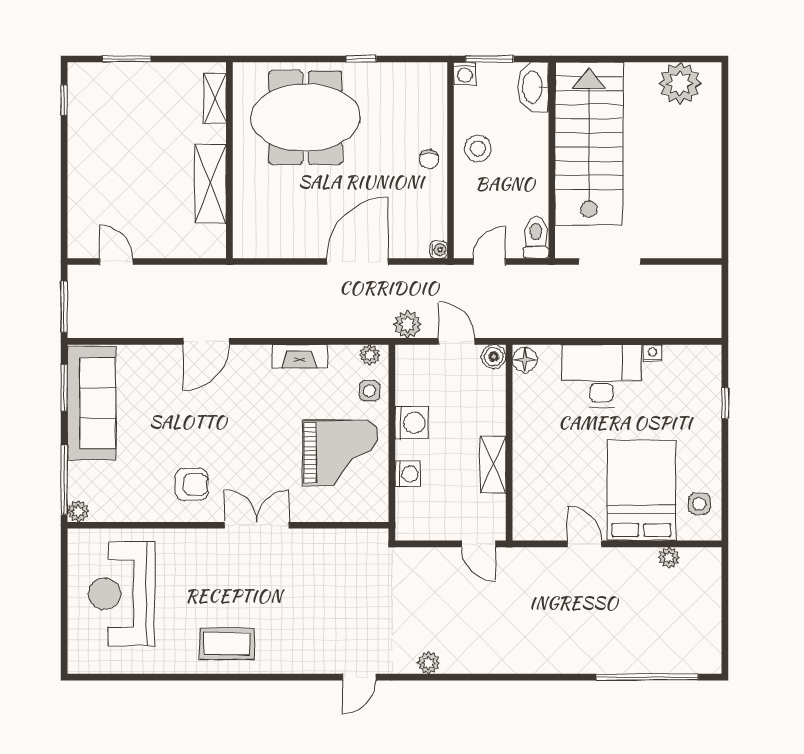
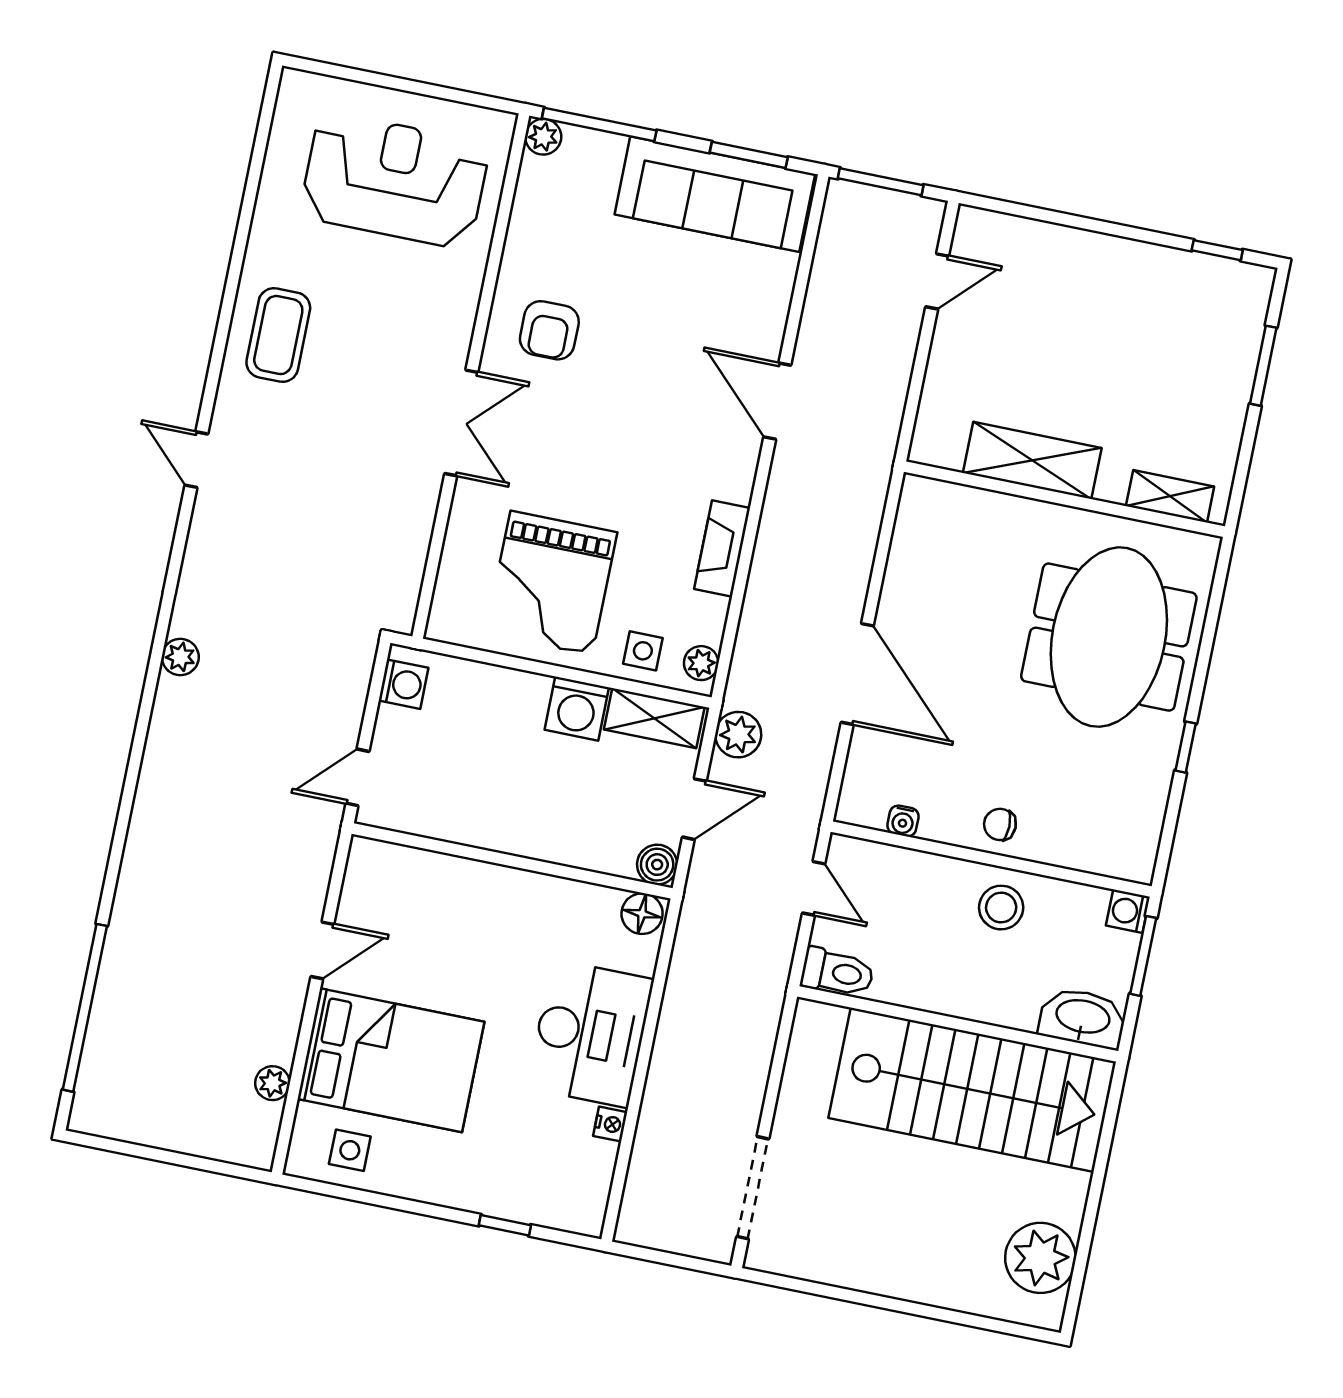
water cooler: (439, 250) -> (903, 821), moved
doorway: (610, 261) -> (753, 1188), moved
shelving: (493, 464) -> (654, 718), moved
washing machine: (408, 474) -> (404, 684), moved, turned -90
door: (359, 677) -> (196, 460), moved

